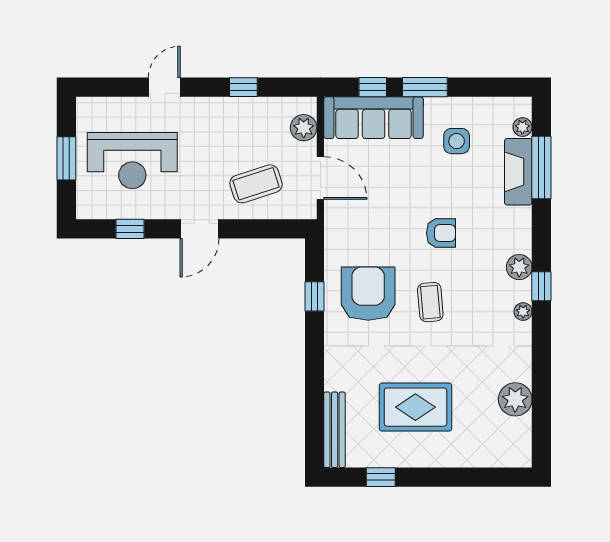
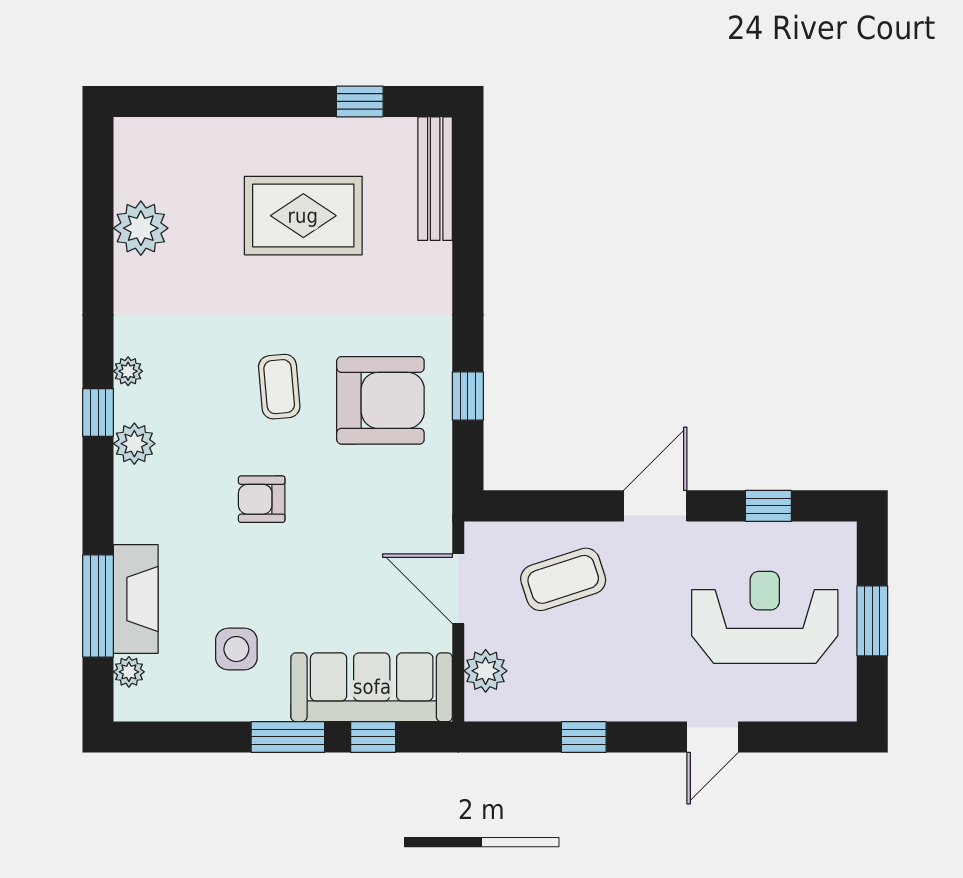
armchair: (368, 294) -> (380, 400), turned -90

